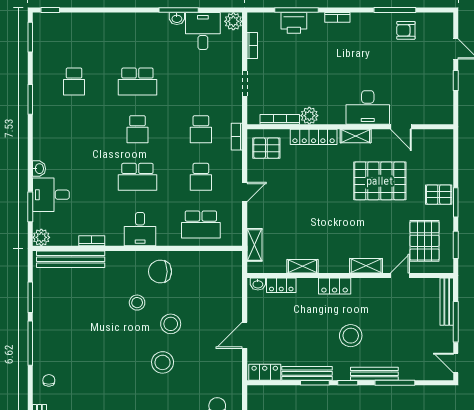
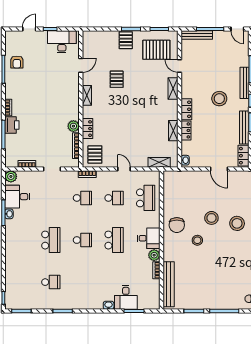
printer: (294, 23) -> (12, 125), moved
desk: (368, 107) -> (62, 42), moved, turned -90
locker: (314, 137) -> (87, 129), width x0.66
pallet: (380, 181) -> (117, 79), width x0.49, depth x0.50
plant: (41, 237) -> (154, 255), moved
locker: (281, 285) -> (186, 130), moved
door: (456, 363) -> (237, 29), hinge flipped

